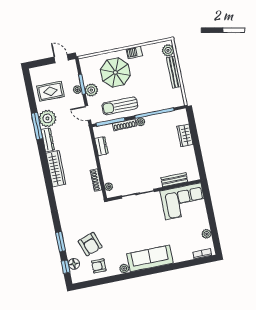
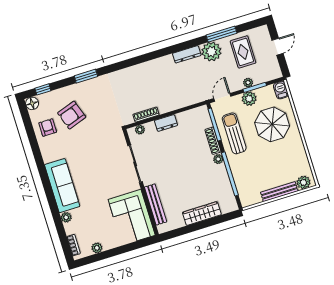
barbecue: (134, 52) -> (281, 90), moved
door: (61, 59) -> (278, 47), moved
window: (37, 126) -> (222, 34), moved
wardrobe: (185, 135) -> (202, 214), width x1.50
dresser: (101, 146) -> (166, 123), moved
wardrobe: (56, 169) -> (155, 67), removed
bench: (174, 180) -> (156, 204), width x1.36
window: (61, 242) -> (86, 76), moved
floor lamp: (74, 264) -> (32, 103), moved
plant: (124, 269) -> (66, 217), moved

